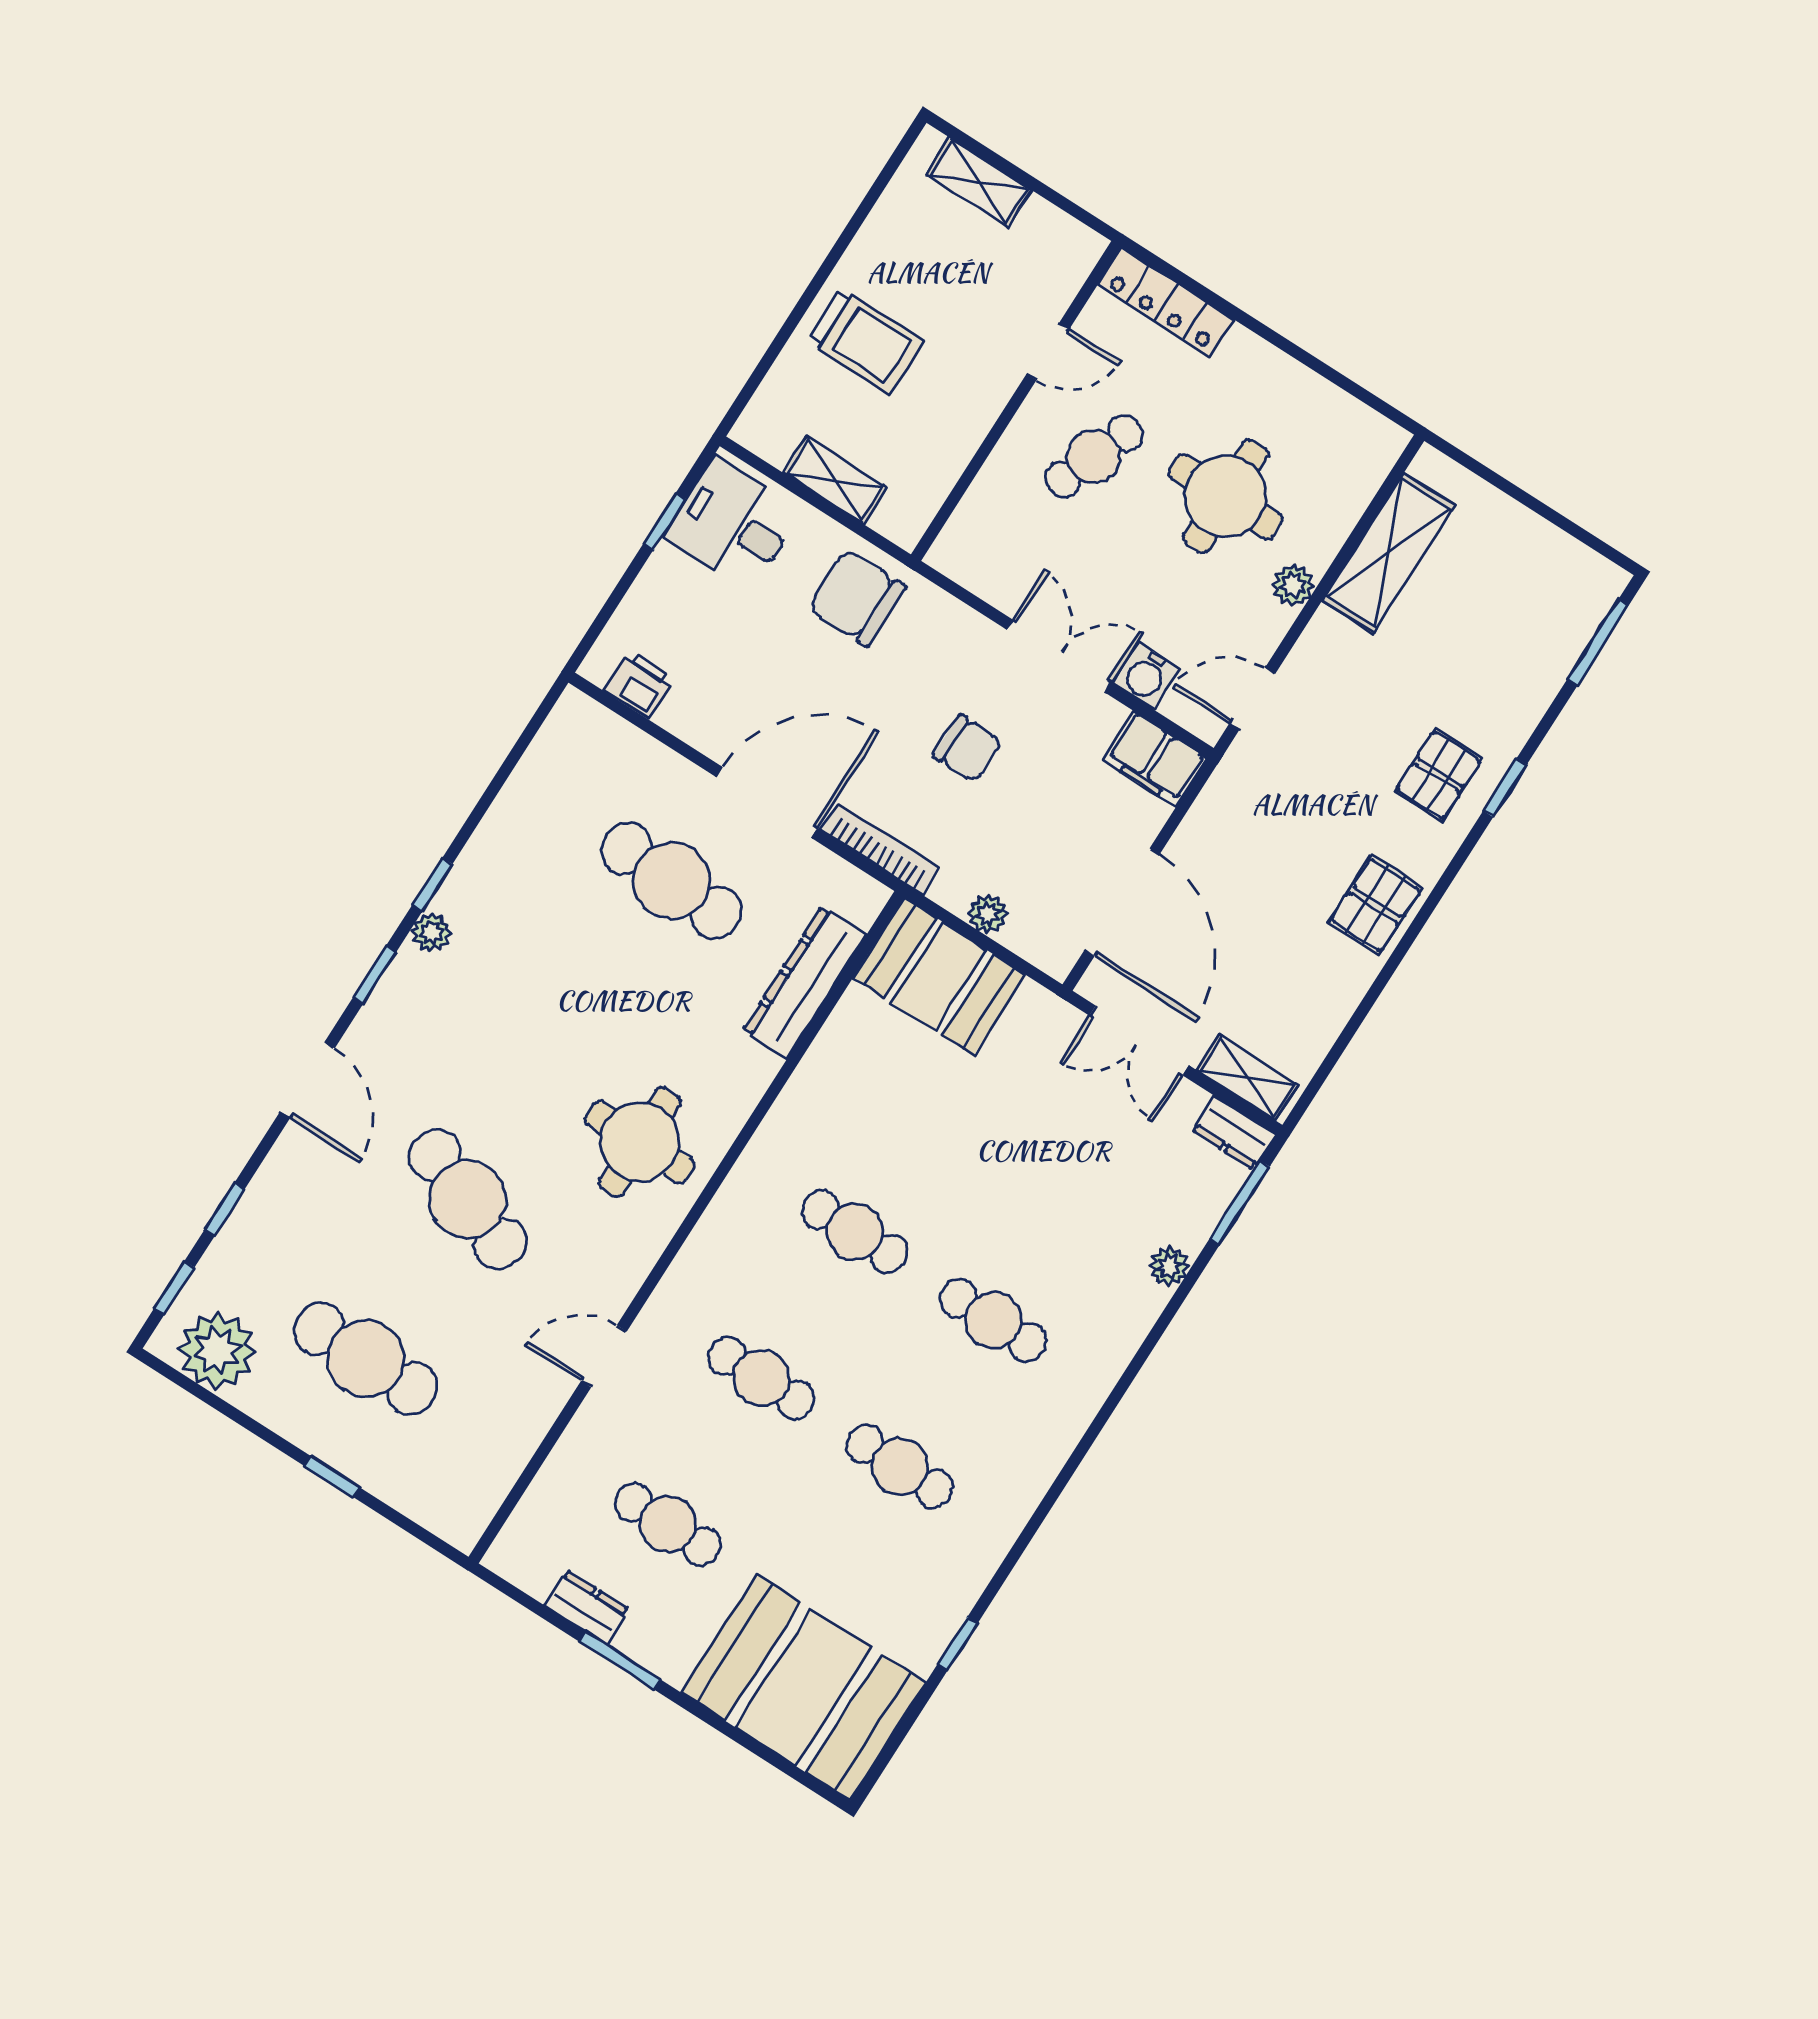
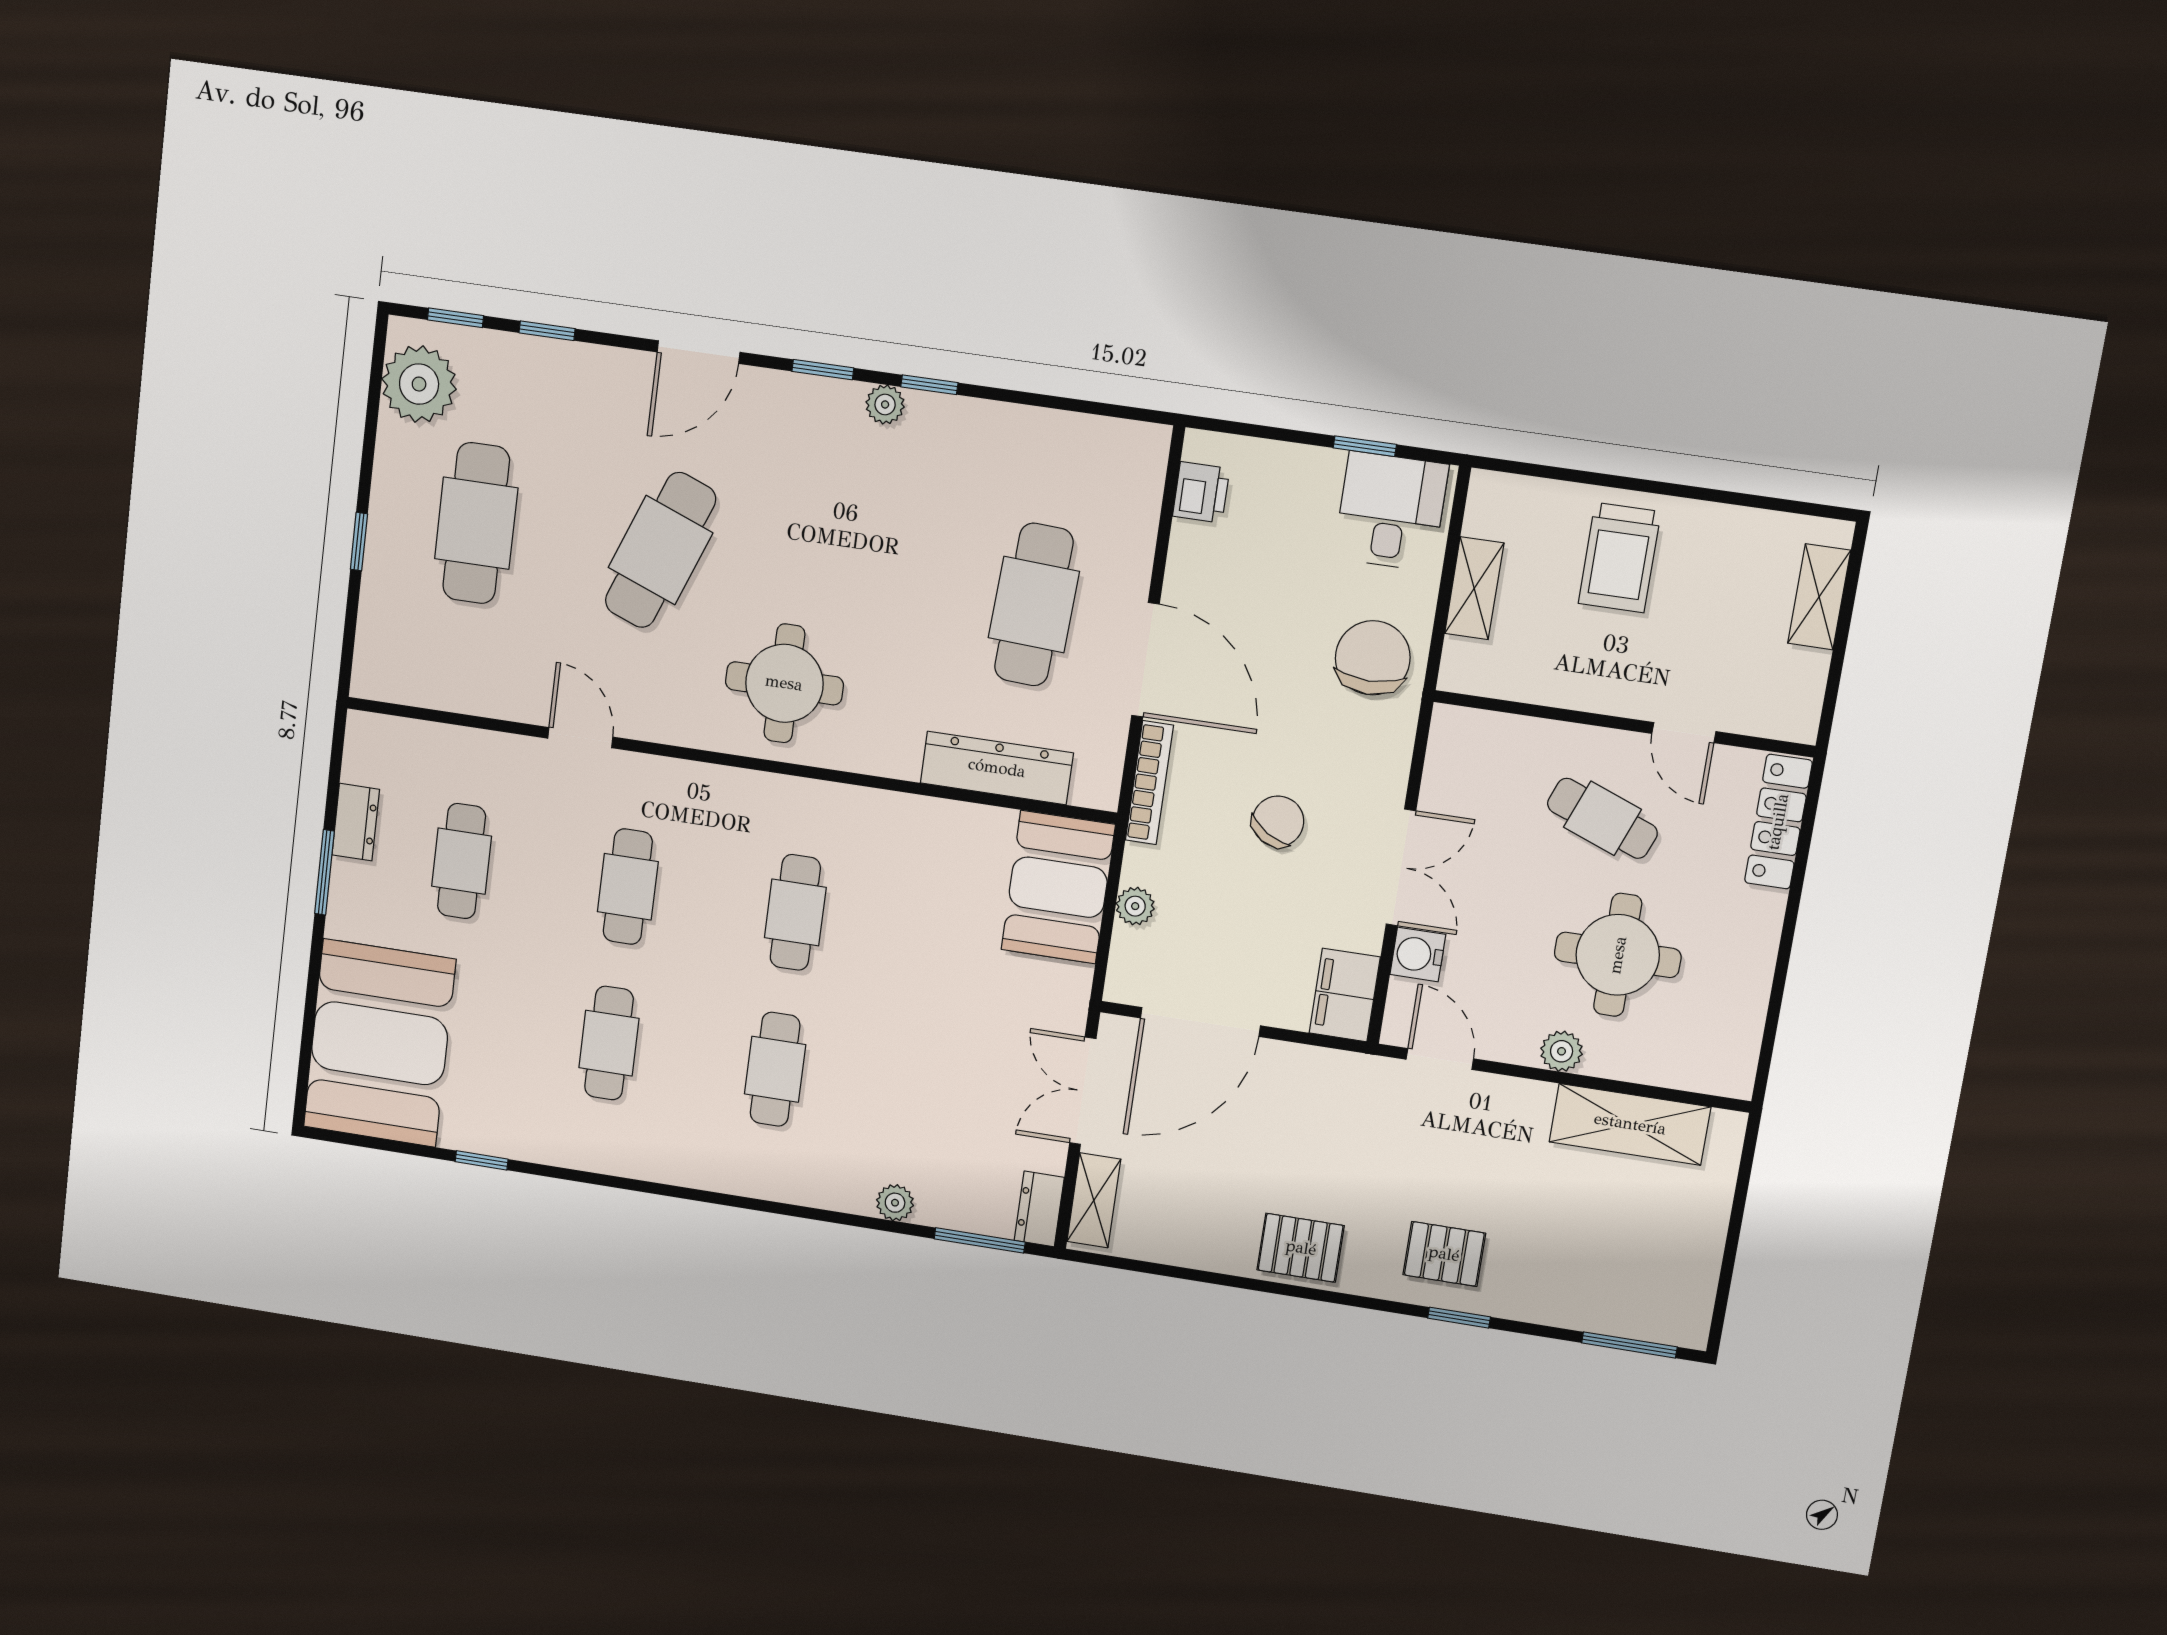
chair: (967, 748) -> (1278, 821), turned -148

